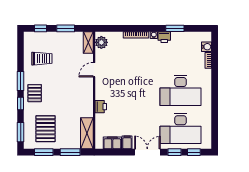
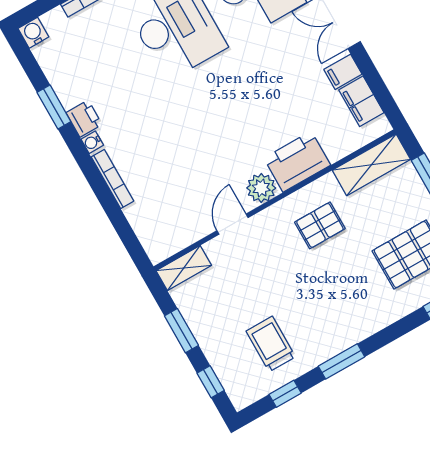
plant: (101, 42) -> (261, 188), moved
water cooler: (207, 47) -> (33, 33), moved
door: (94, 70) -> (232, 224), swing flipped
pallet: (35, 93) -> (320, 225), moved
window: (21, 104) -> (285, 394), moved
printer: (101, 107) -> (297, 162), width x1.87, depth x1.48

